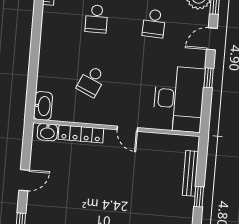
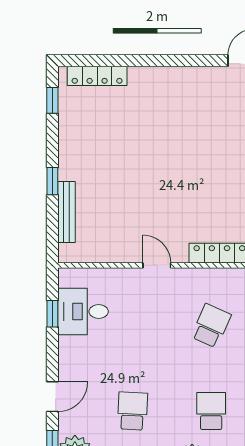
window: (209, 78) -> (52, 314), moved
desk: (179, 99) -> (83, 311), width x0.53, depth x0.77

